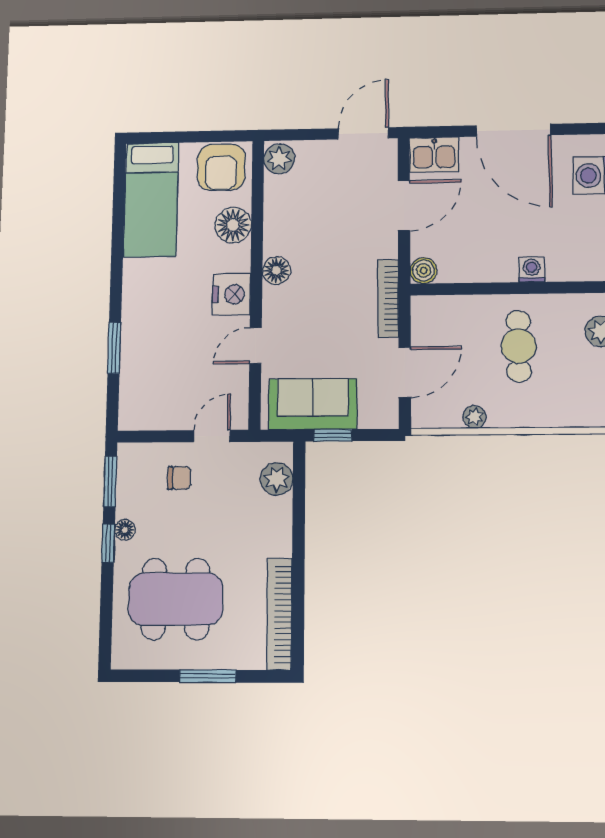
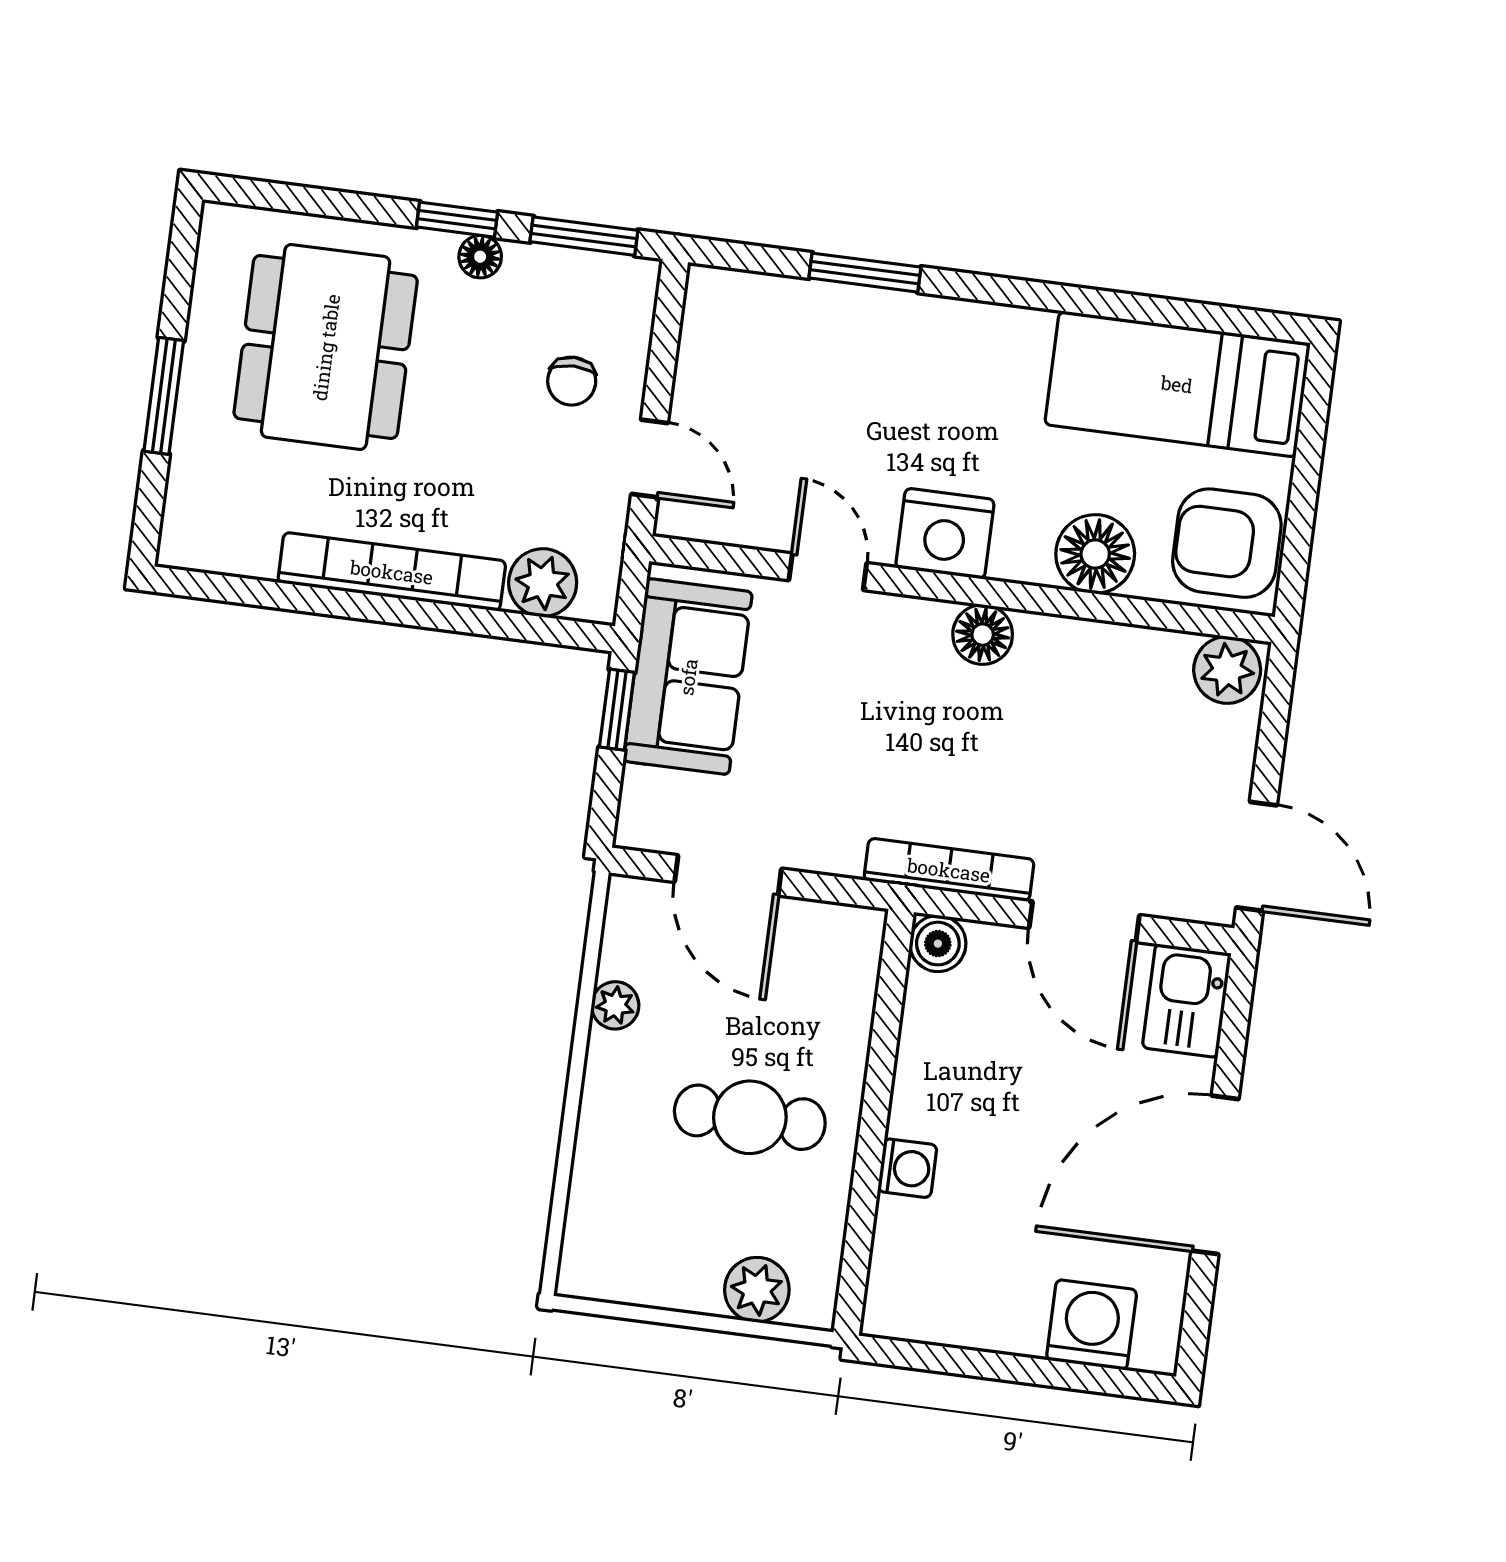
bookcase: (388, 299) -> (949, 870), moved
bookcase: (279, 614) -> (392, 572), moved

